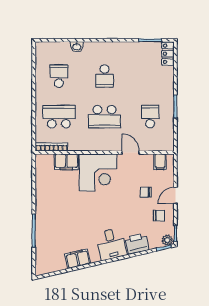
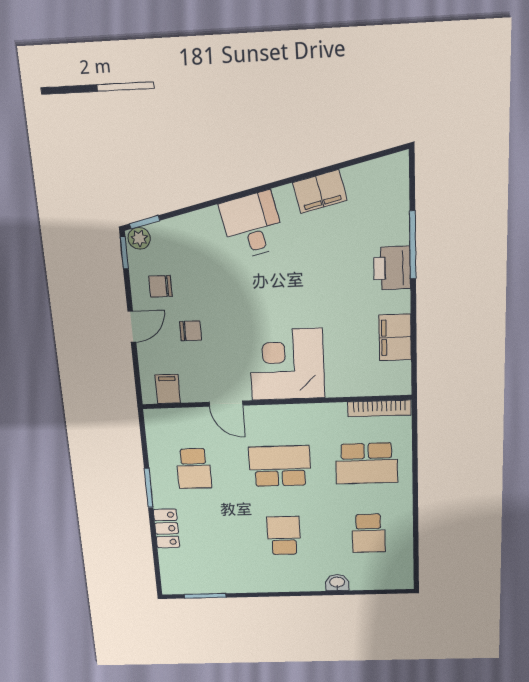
locker: (168, 54) -> (167, 528), moved
filing cabinet: (66, 162) -> (395, 337), moved, turned -90
printer: (137, 244) -> (392, 268), moved, turned 103

